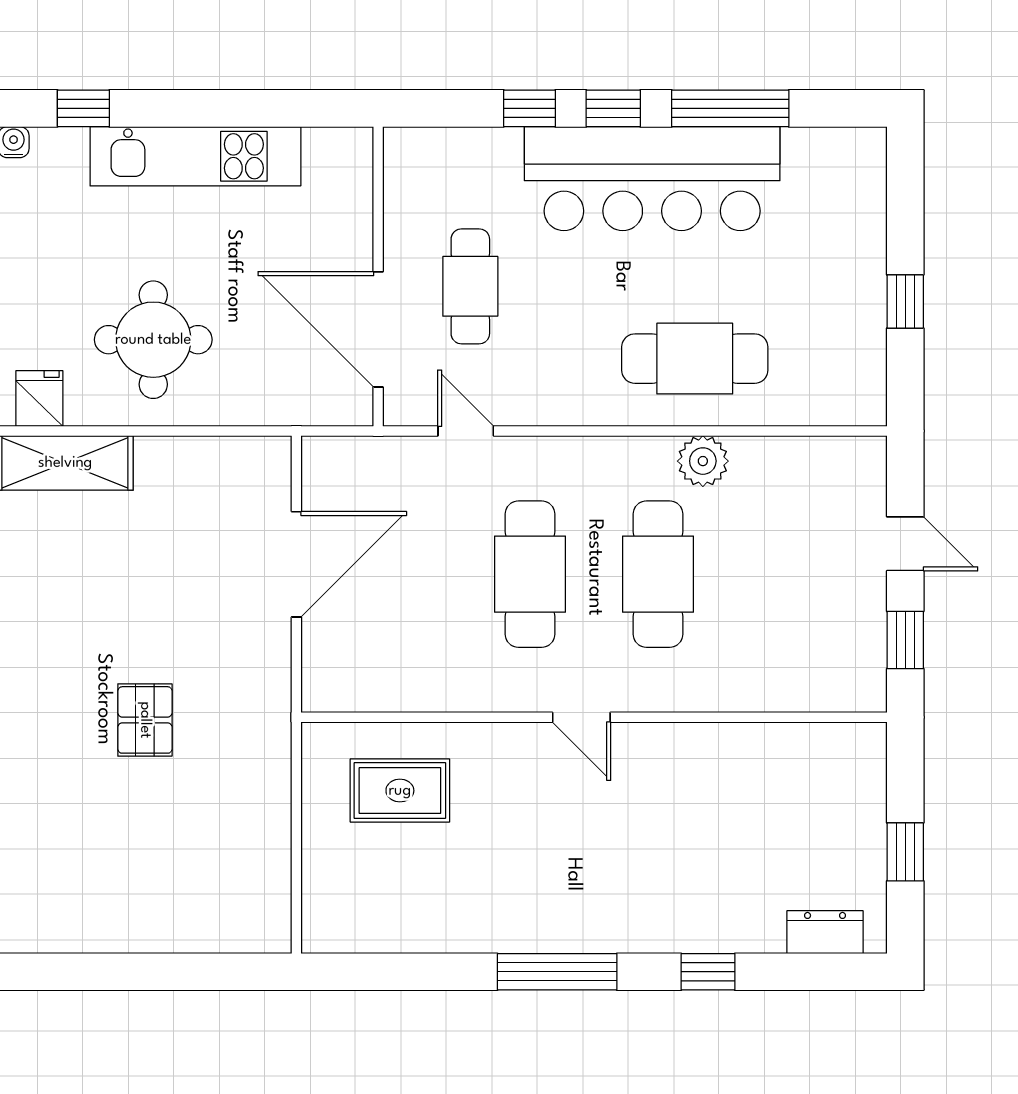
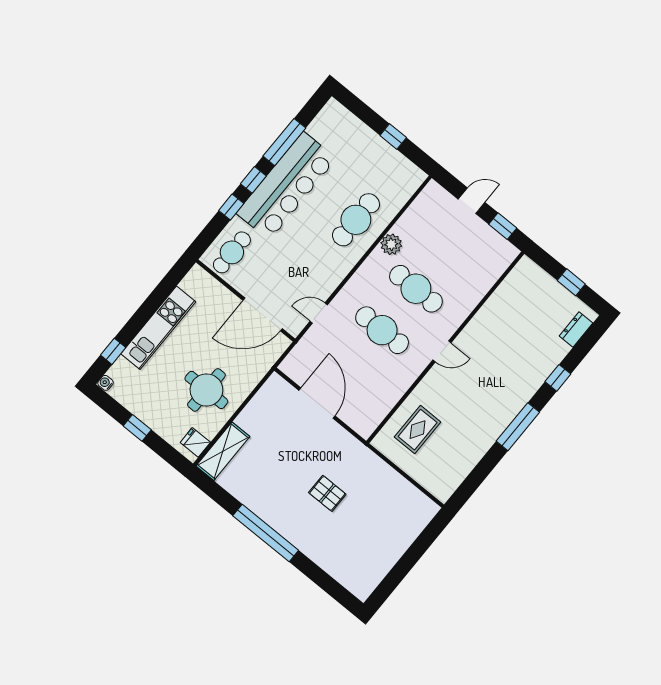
cafe table: (470, 286) -> (232, 252), moved, turned 90

